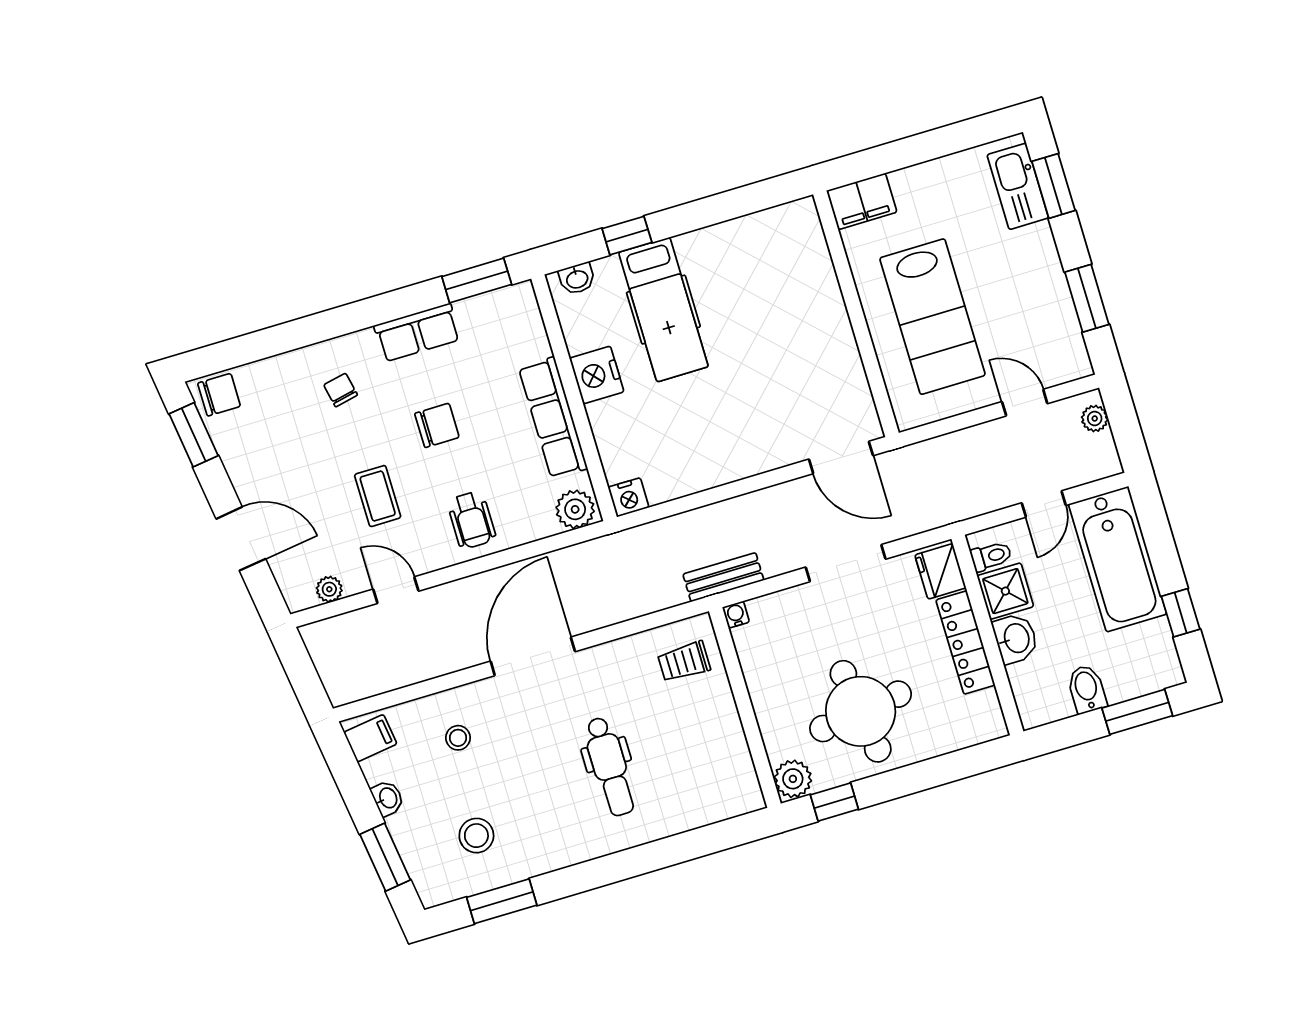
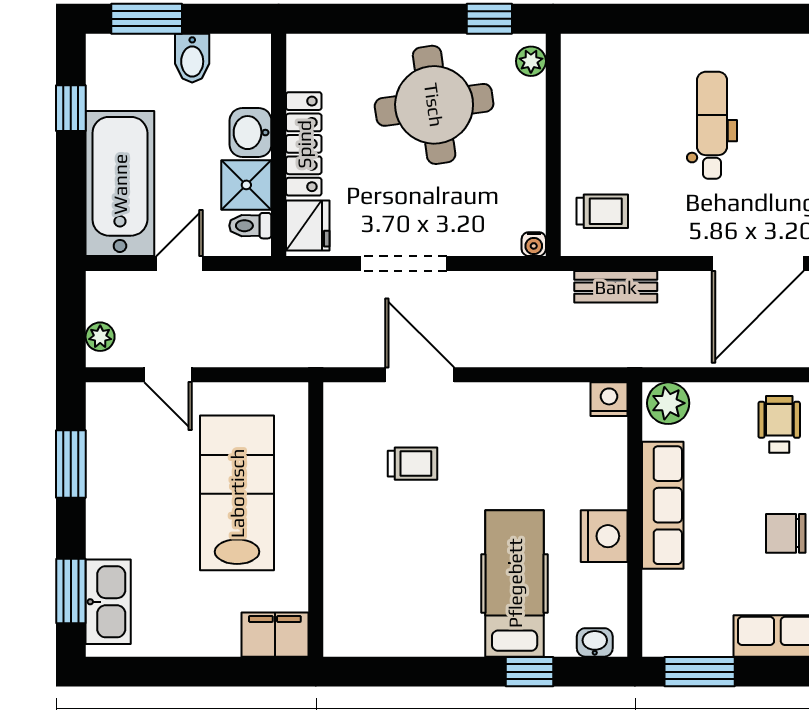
trolley: (785, 389) -> (412, 464), added
door: (841, 457) -> (420, 375), moved
bench: (723, 577) -> (616, 287), moved
plant: (793, 779) -> (531, 61), width x0.73, depth x0.73

